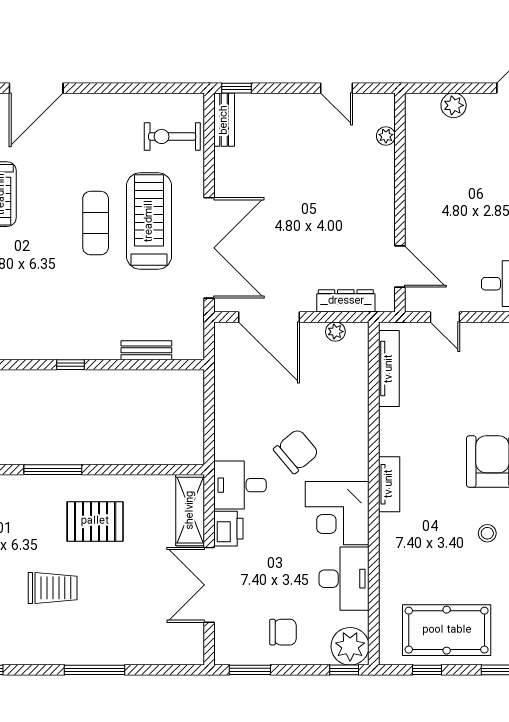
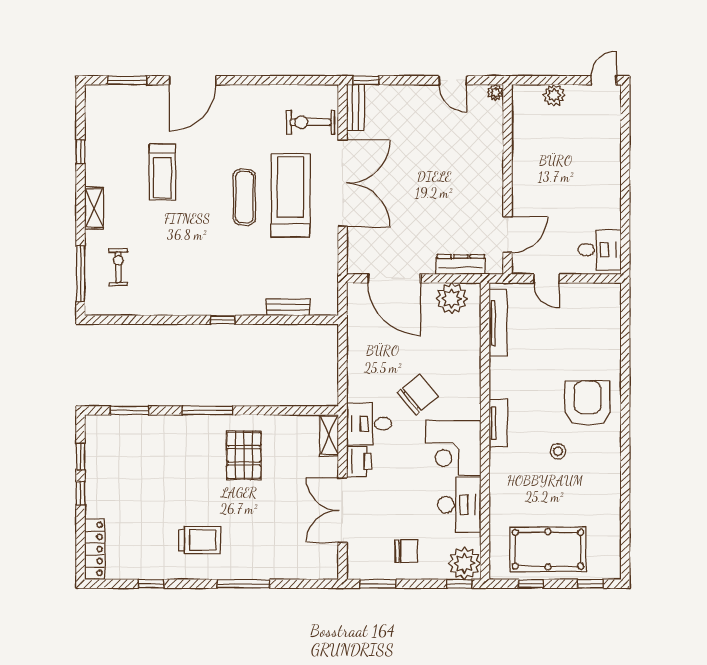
plant: (386, 136) -> (495, 93), moved
double door: (209, 248) -> (343, 183), moved
door: (400, 266) -> (508, 235), hinge flipped
plant: (335, 332) -> (452, 298), width x1.87, depth x1.87
shelving: (190, 510) -> (329, 435), width x0.67, depth x0.75
pallet: (95, 521) -> (244, 455), turned 90
stool: (487, 533) -> (558, 451), moved
trolley: (53, 588) -> (200, 540), moved

